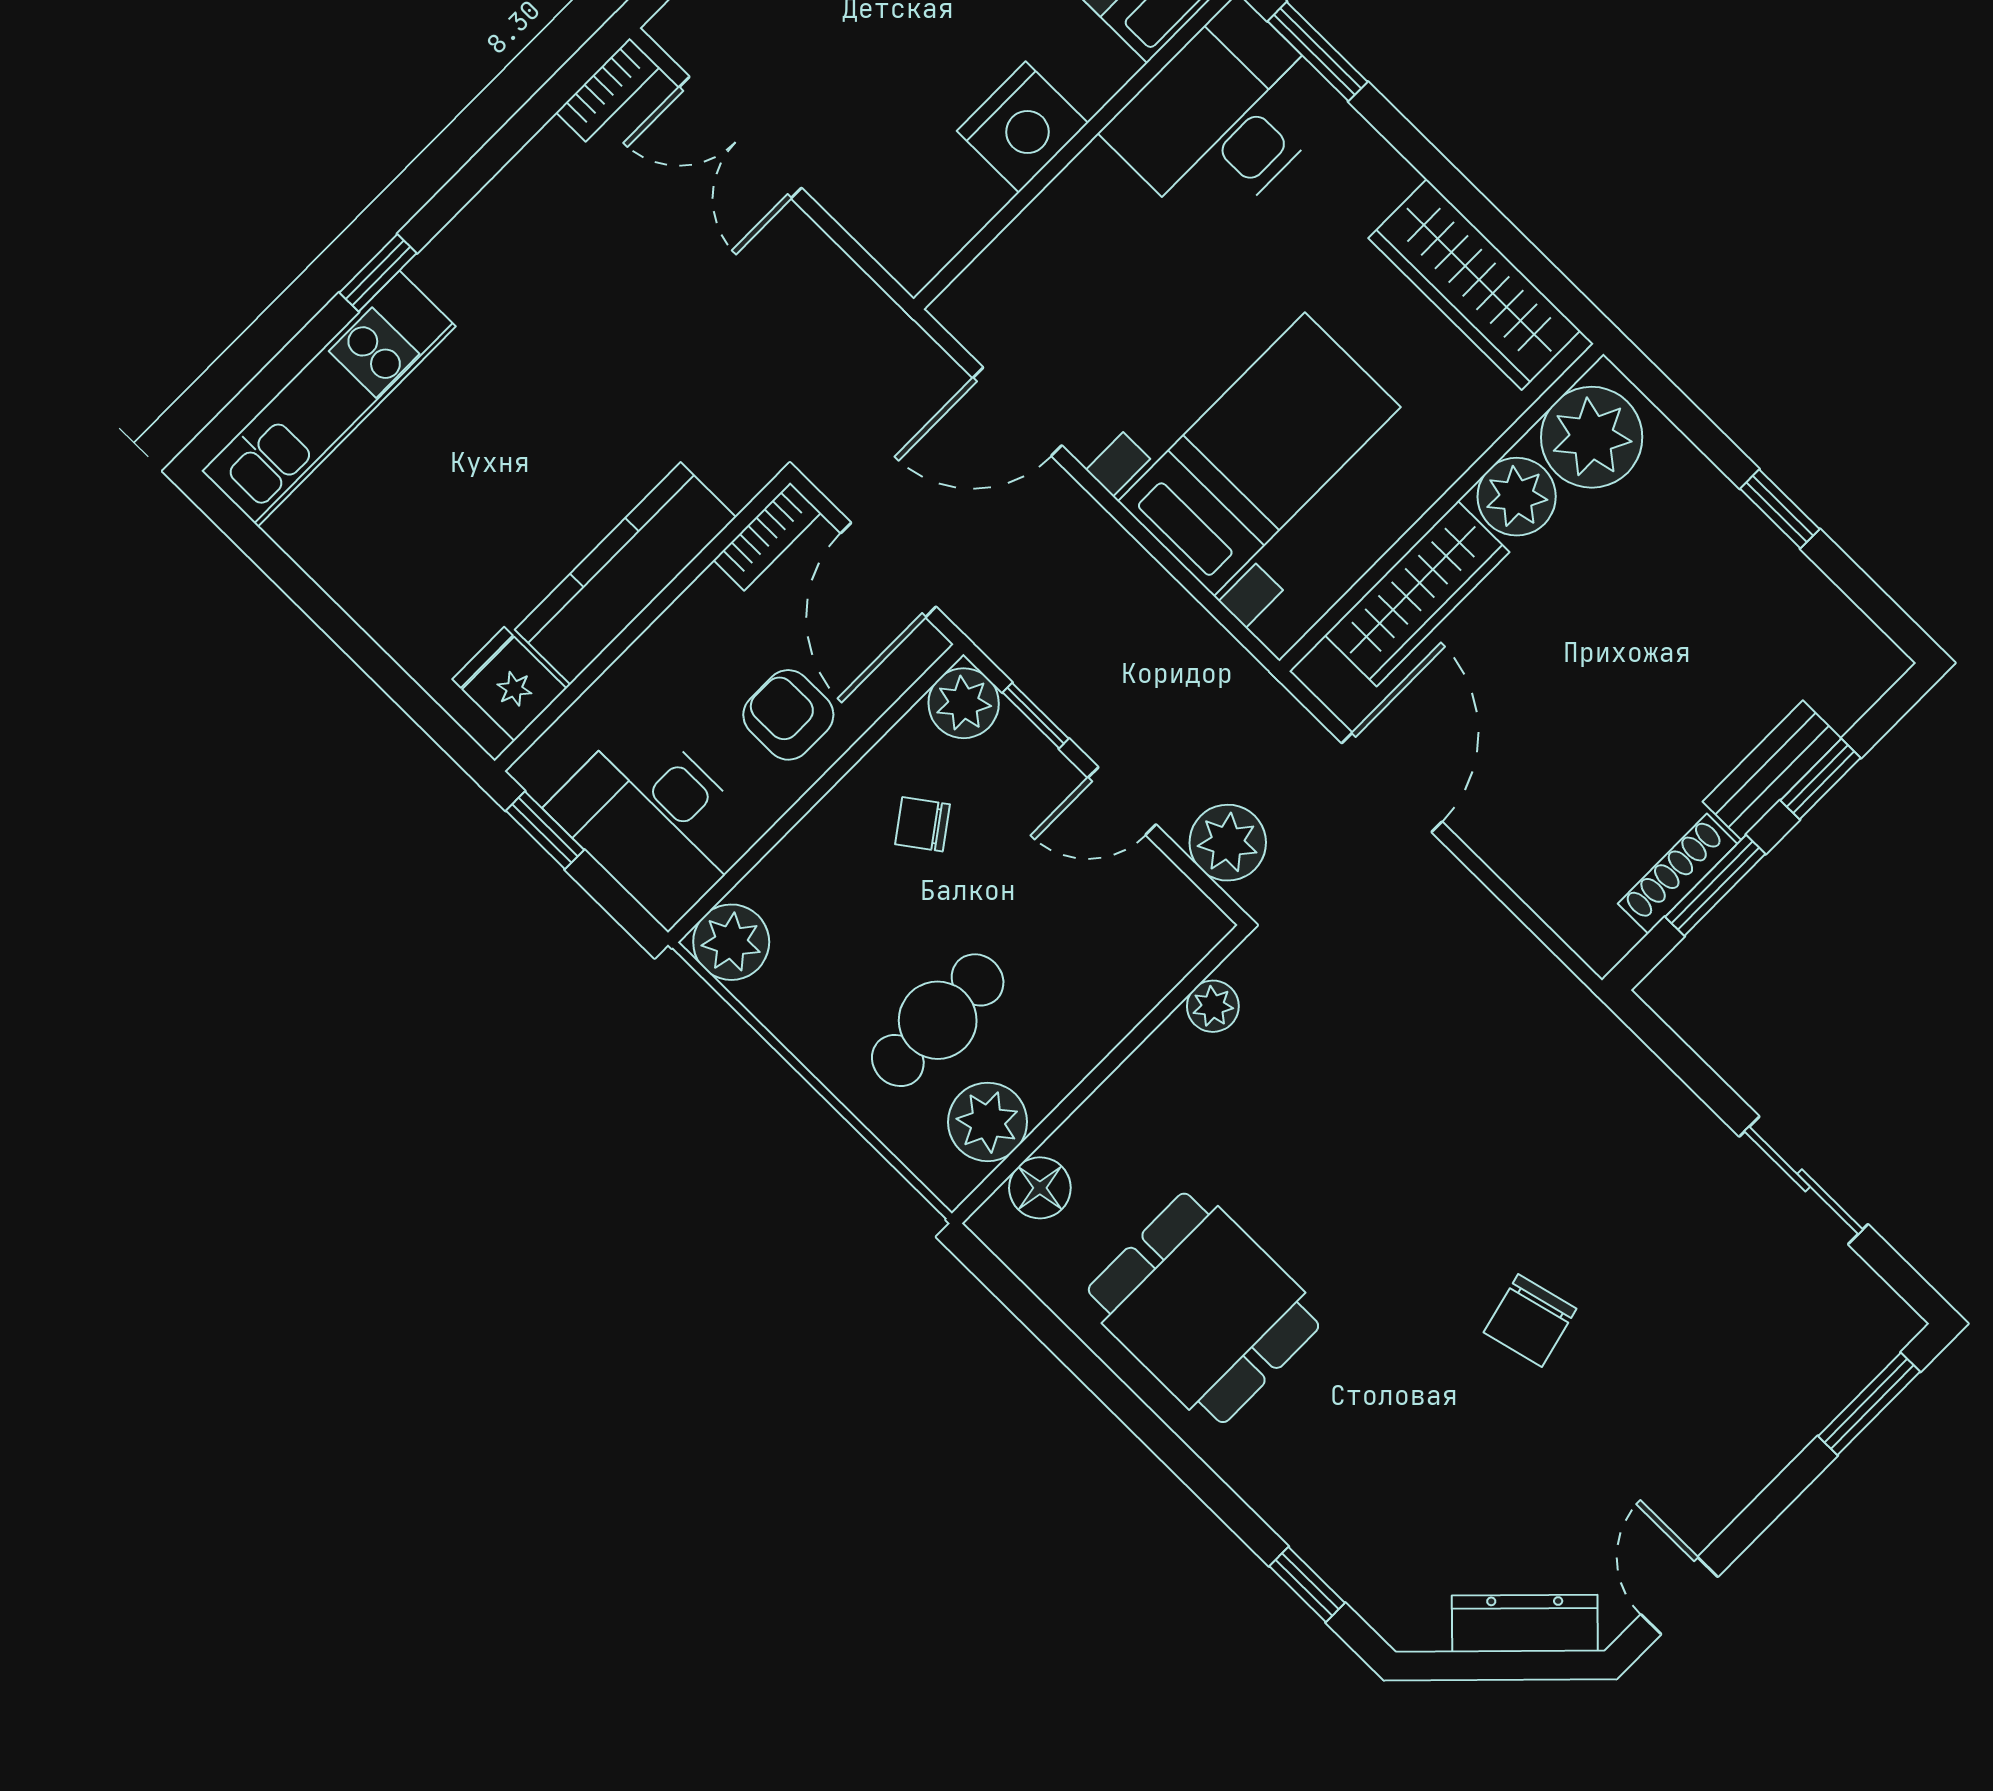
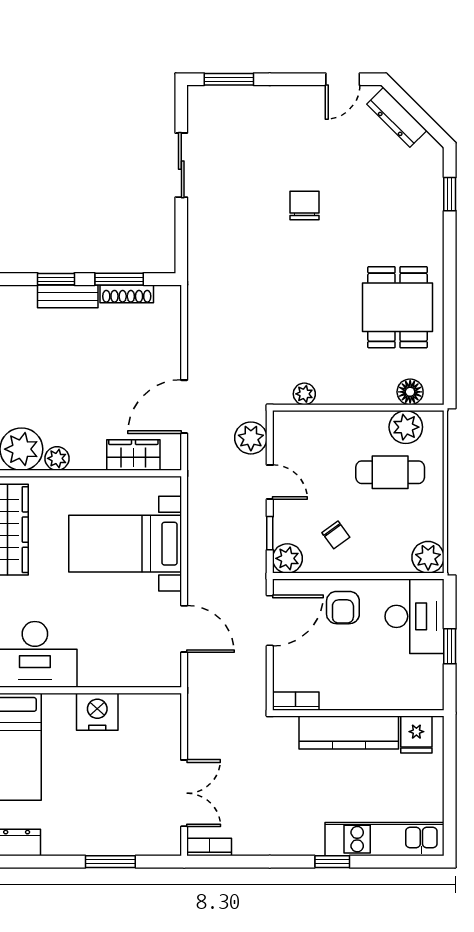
plant: (1517, 497) -> (57, 458), width x0.73, depth x0.73
bookcase: (767, 536) -> (296, 701), moved
kitchen counter: (626, 573) -> (349, 733), moved
wardrobe: (1417, 594) -> (133, 455), width x0.67
wall: (642, 622) -> (358, 713), moved
fridge: (509, 684) -> (416, 735), moved
chair: (1530, 1321) -> (304, 206), turned -76

